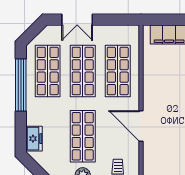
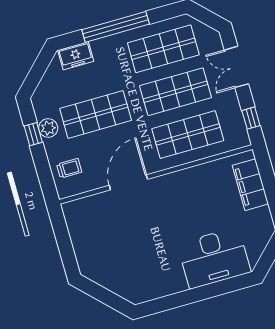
window: (119, 20) -> (251, 118), added
window: (21, 85) -> (116, 27), moved

